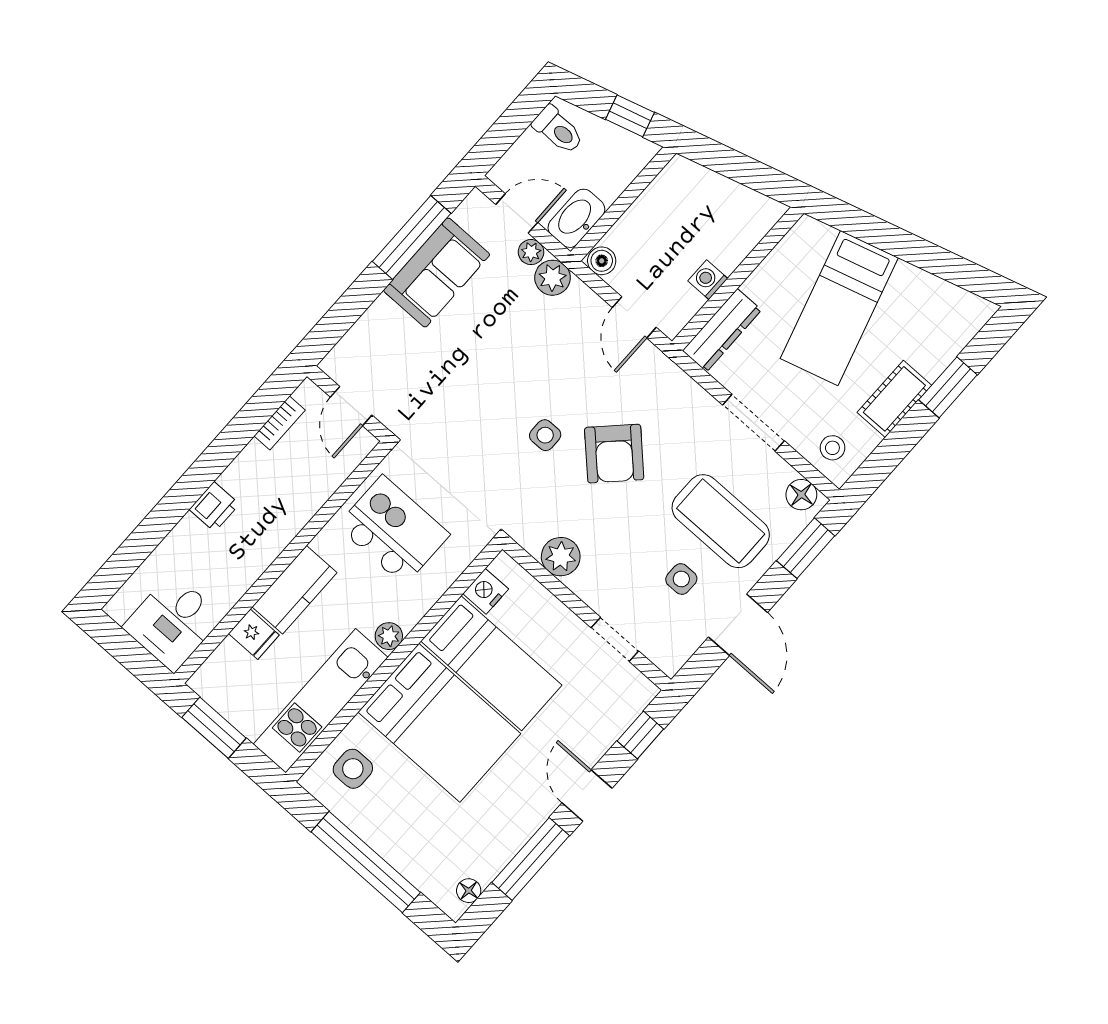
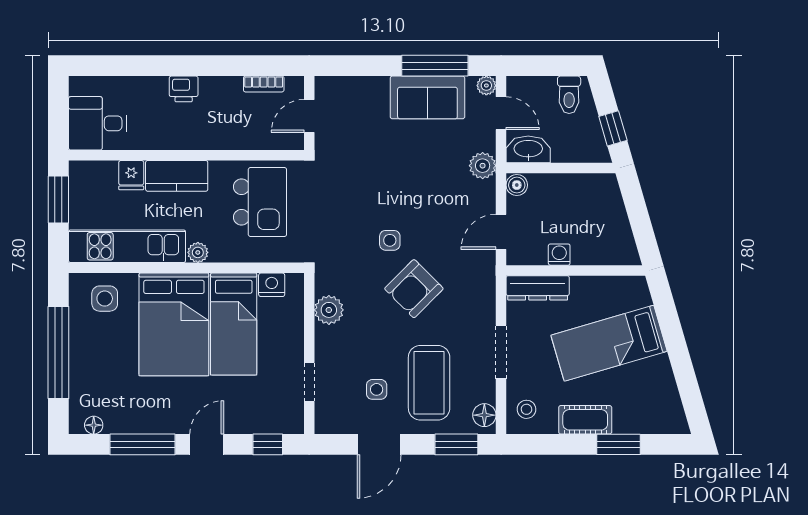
plant: (531, 252) -> (486, 85), moved

